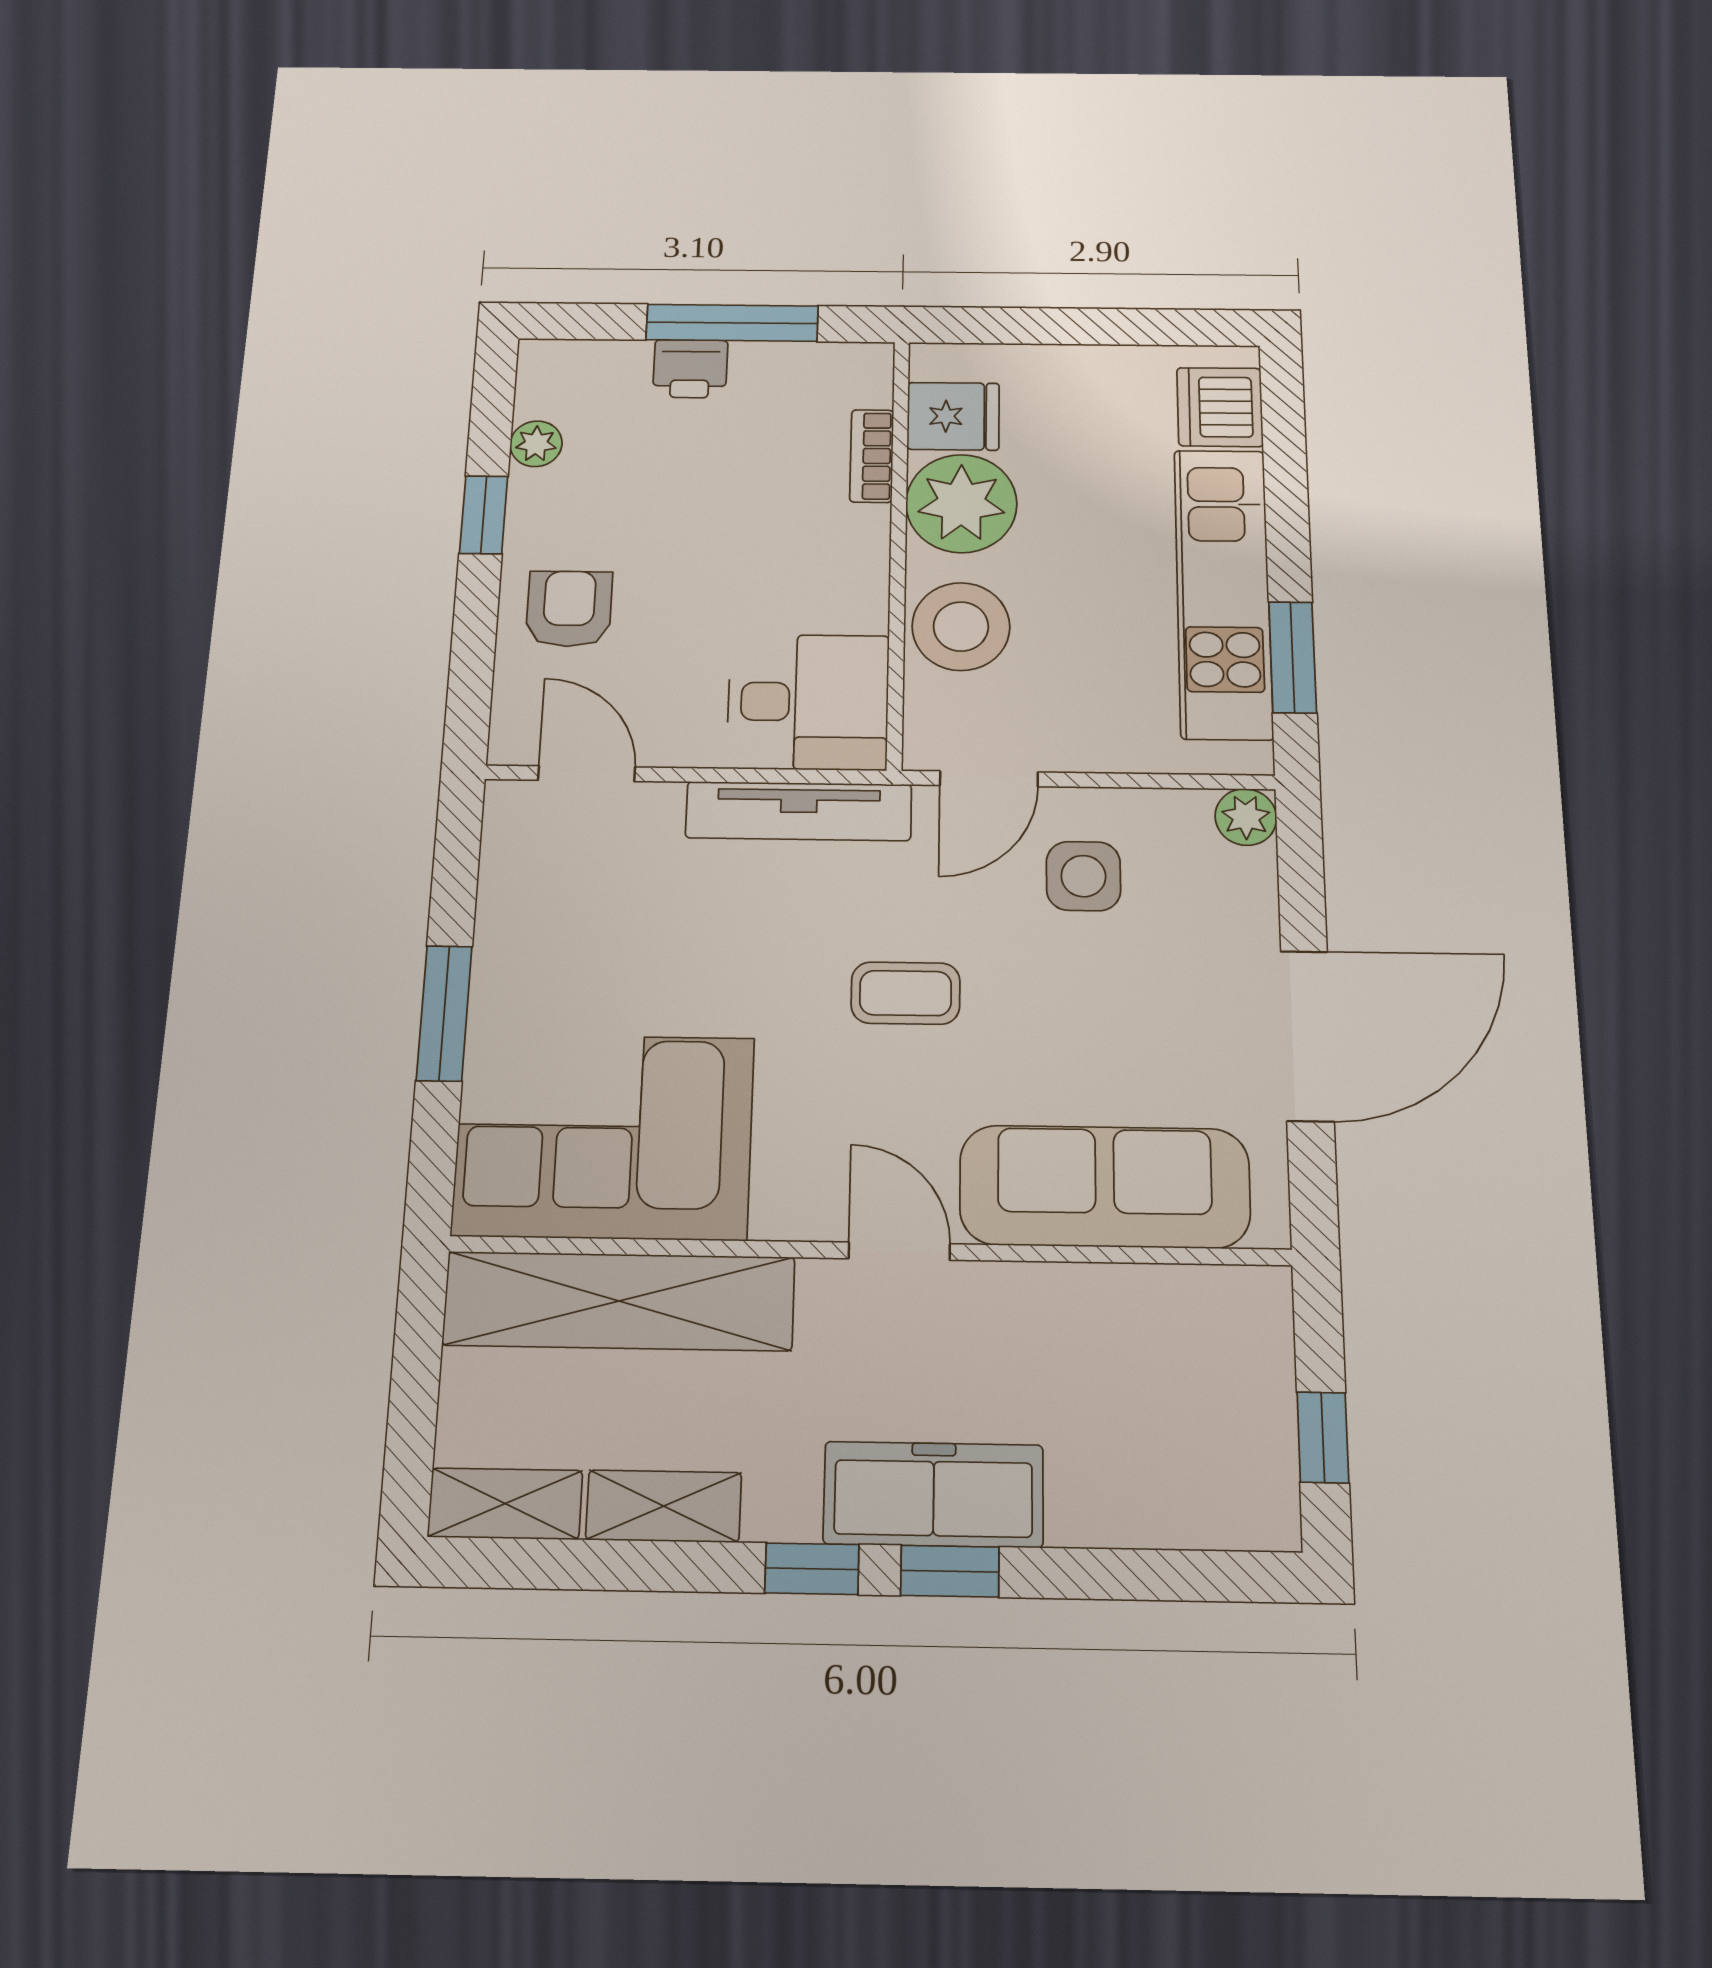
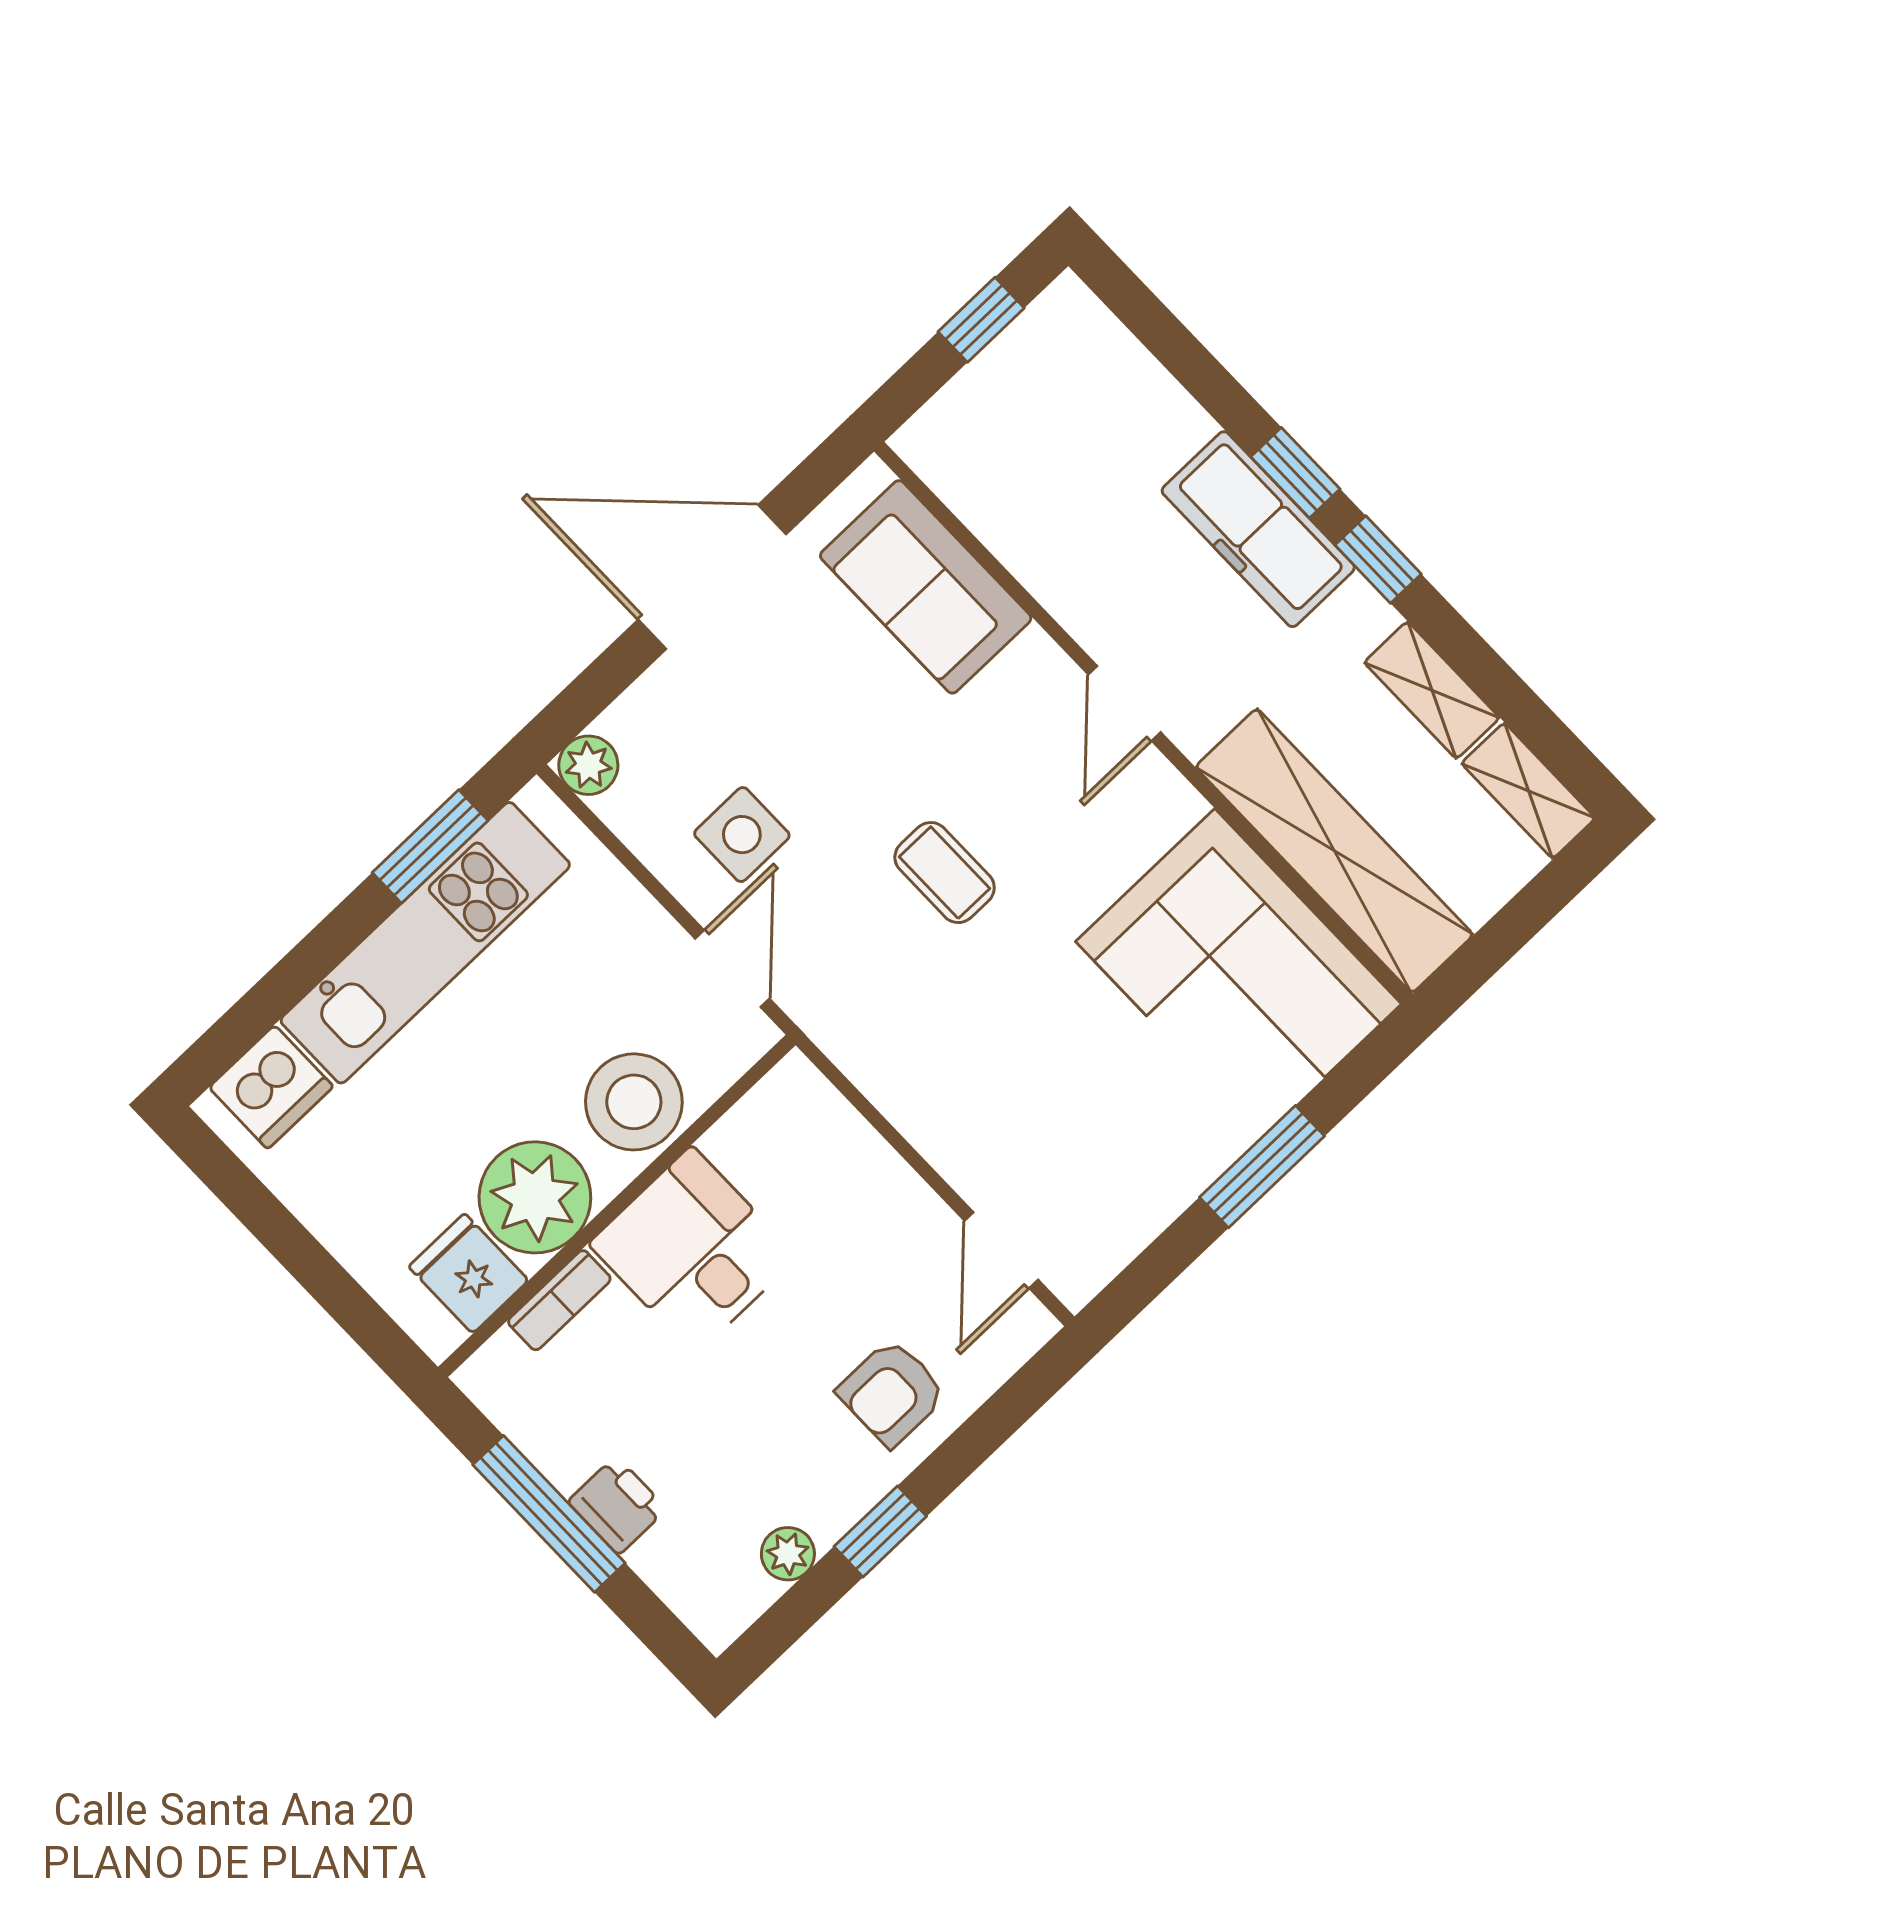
desk: (808, 702) -> (693, 1251), moved
door: (989, 779) -> (732, 969), hinge flipped
tv unit: (799, 811) -> (885, 1076), removed
sofa: (1105, 1187) -> (926, 587), width x0.73

